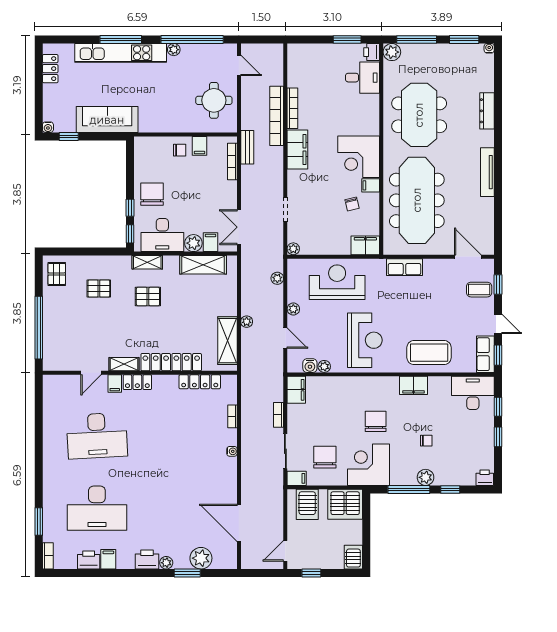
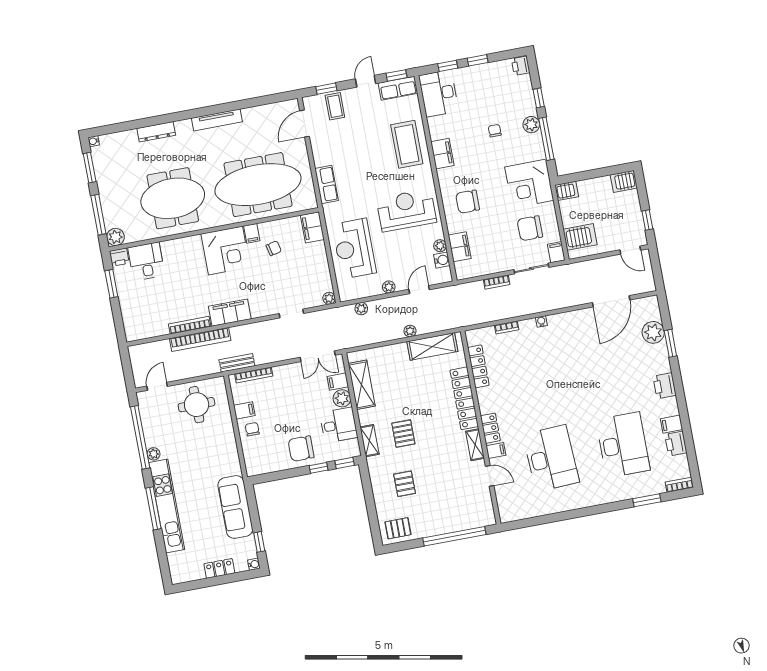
locker: (50, 69) -> (219, 568), moved
desk: (162, 235) -> (339, 425), width x0.73
filing cabinet: (296, 390) -> (460, 247), moved, turned 90
chair: (376, 421) -> (468, 202), moved
server rack: (345, 504) -> (567, 191), width x0.46, depth x0.70
plant: (166, 563) -> (664, 366), removed

